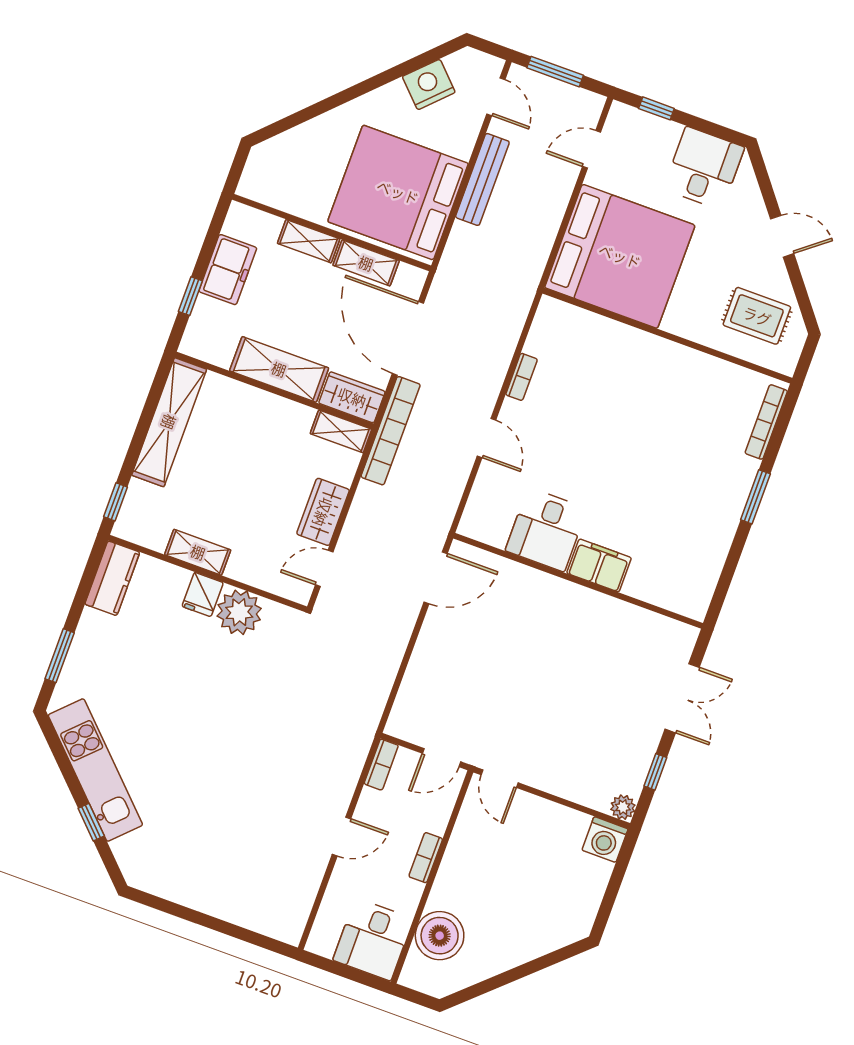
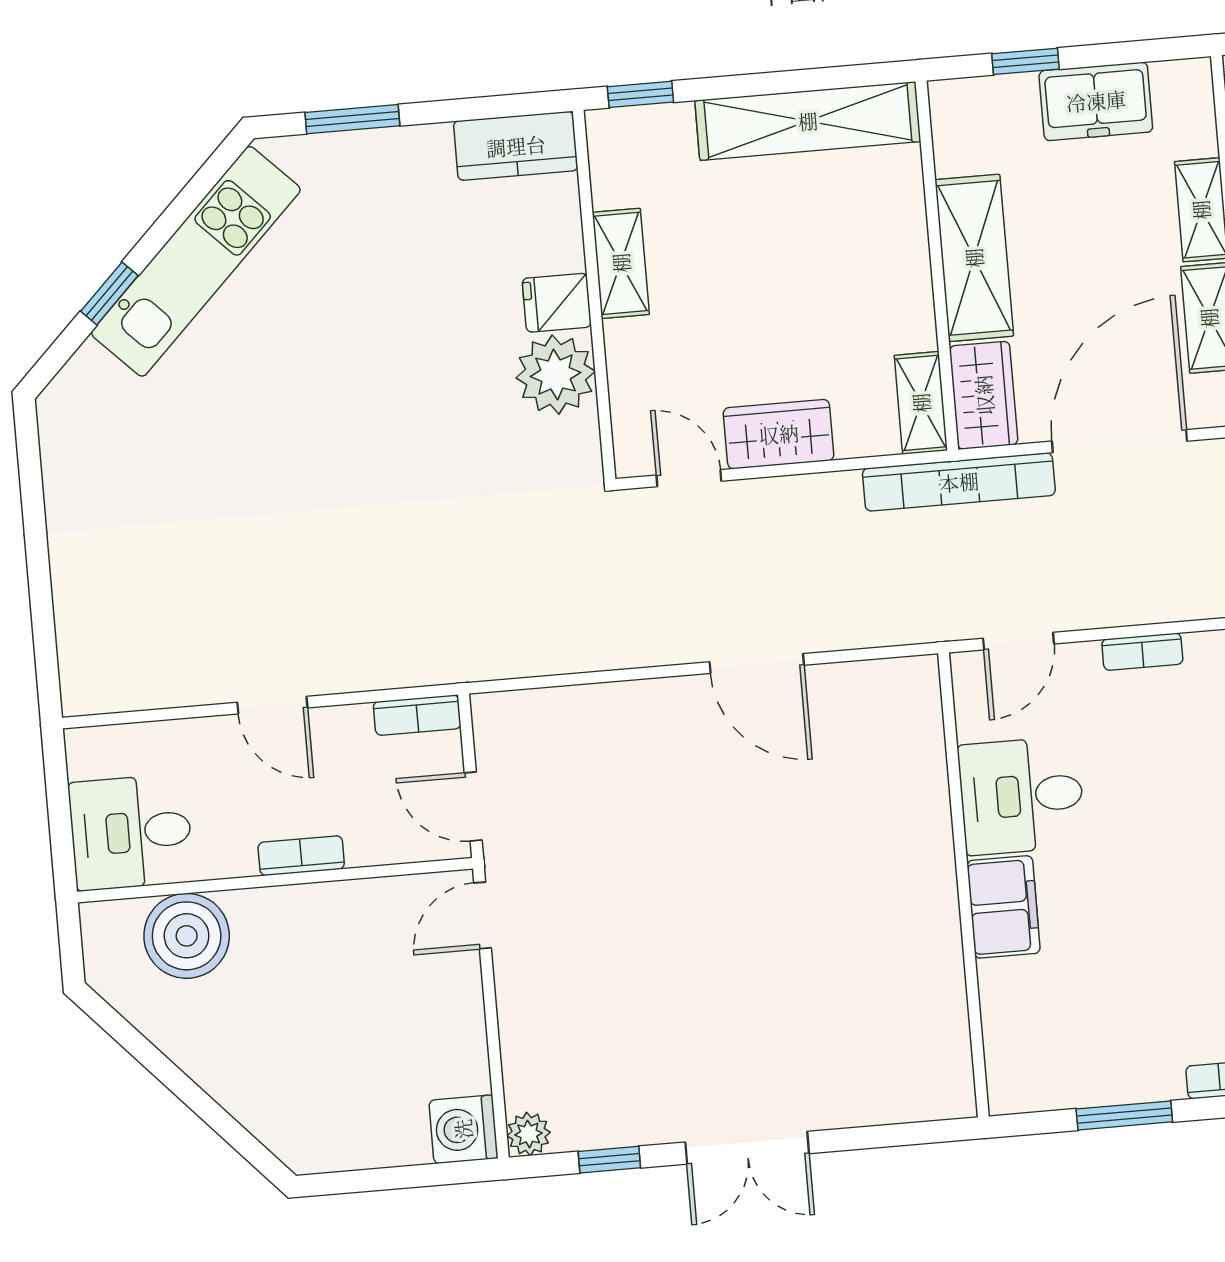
desk: (546, 530) -> (1022, 796), moved
filing cabinet: (599, 565) -> (1004, 907), moved
wall: (578, 581) -> (963, 885), moved

